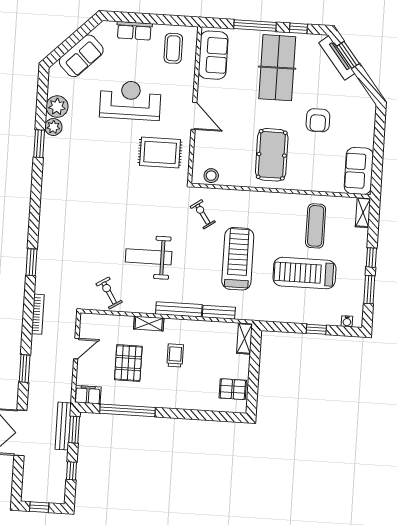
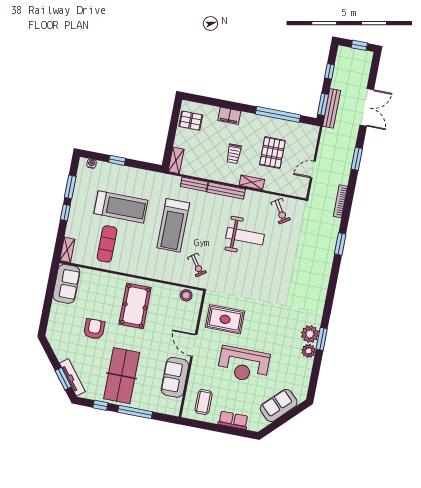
sofa: (213, 55) -> (175, 377), moved
plant: (57, 107) -> (310, 334), moved
filing cabinet: (88, 395) -> (229, 116), moved

